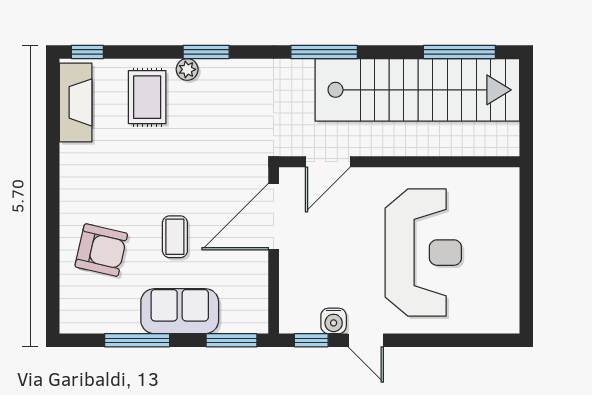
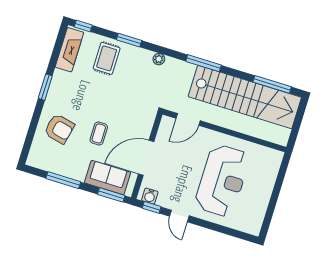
window: (206, 52) -> (129, 40), moved
plant: (187, 69) -> (159, 59), moved
window: (53, 183) -> (45, 87), added
door: (274, 217) -> (146, 158), moved
sofa: (180, 311) -> (108, 178), moved
water cooler: (334, 321) -> (150, 196), moved

